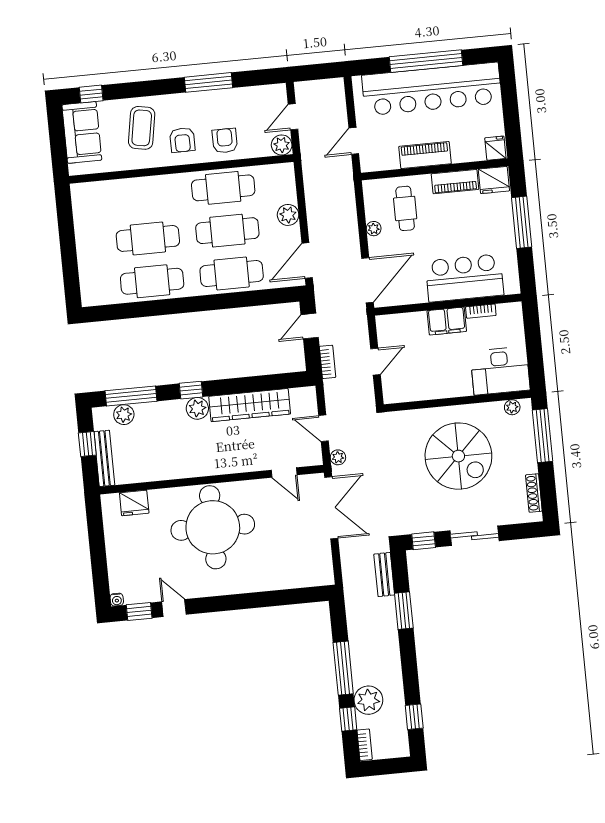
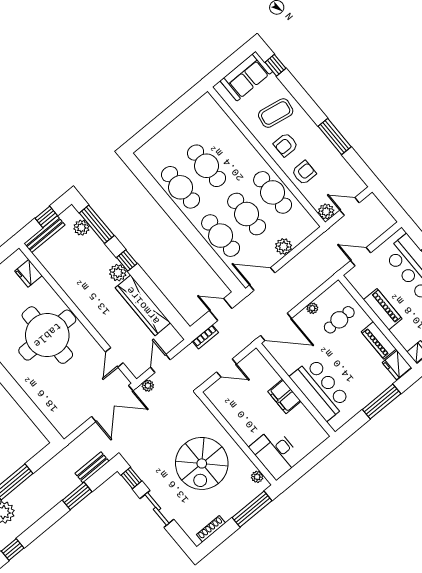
bookcase: (481, 311) -> (306, 414), removed

